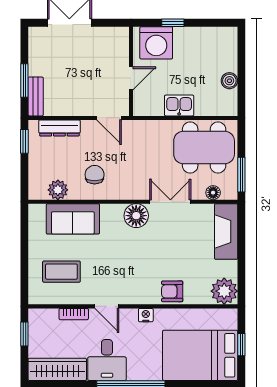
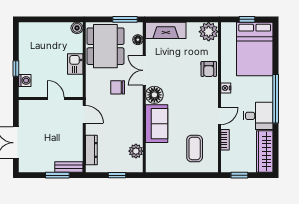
washing machine: (156, 43) -> (25, 80), width x0.53, depth x0.53
boiler: (229, 81) -> (77, 28), moved
door: (109, 118) -> (84, 114), hinge flipped
window: (24, 141) -> (117, 175), moved
chair: (95, 175) -> (118, 87), moved
sofa: (73, 219) -> (157, 124), moved

